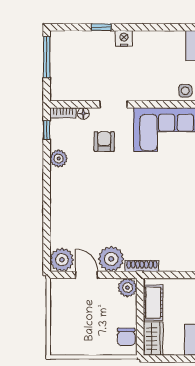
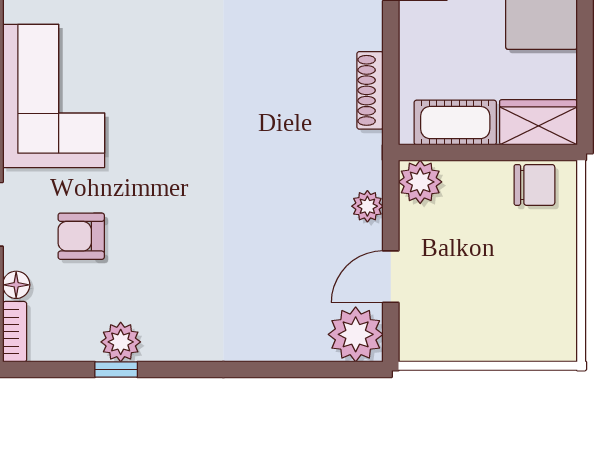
window: (47, 130) -> (116, 370), moved
plant: (111, 259) -> (367, 206), width x0.53, depth x0.53
shoe rack: (142, 266) -> (370, 90), moved

